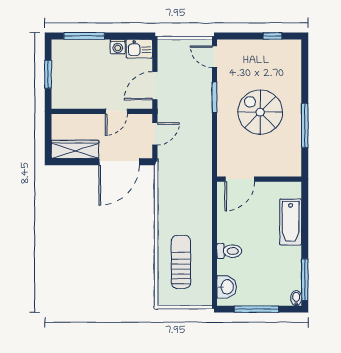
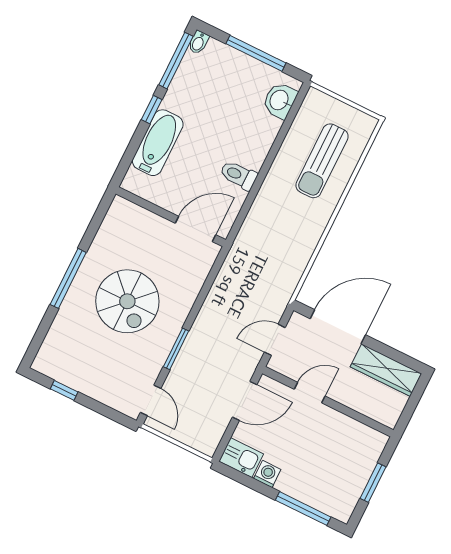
window: (305, 125) -> (68, 278), moved
window: (305, 241) -> (152, 110), added
toilet: (229, 251) -> (239, 175), moved

